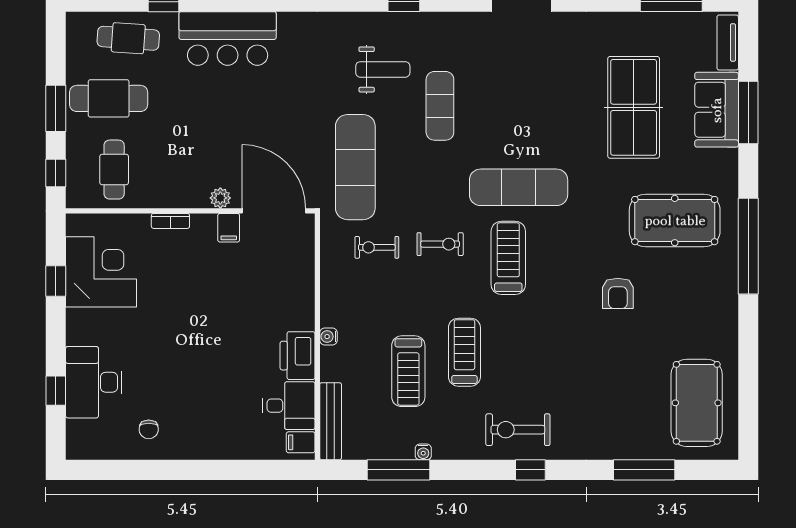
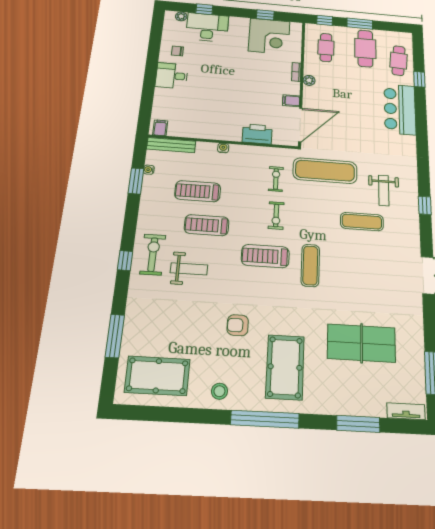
sofa: (717, 110) -> (360, 401), removed
cafe table: (114, 170) -> (326, 48), turned 90
exercise mat: (519, 187) -> (310, 265), width x0.73, depth x0.69
plant: (220, 198) -> (309, 80), moved
treadmill: (508, 258) -> (265, 256), turned 180
stool: (713, 313) -> (219, 391), added
treadmill: (464, 352) -> (207, 225), turned 180
printer: (298, 356) -> (257, 134), moved
weight bench: (537, 373) -> (189, 269), added
desk: (289, 406) -> (172, 76), moved, turned 90
plant: (76, 430) -> (181, 16), added
water cooler: (423, 452) -> (149, 170), moved
window: (398, 470) -> (136, 181), width x0.69

